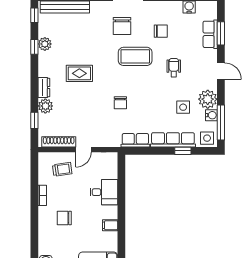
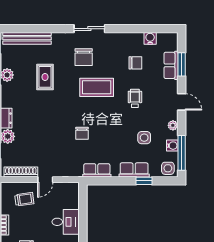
chair: (161, 31) -> (135, 63), moved
rug: (79, 73) -> (45, 77), moved, turned 90
plant: (208, 99) -> (173, 125), width x0.53, depth x0.53
row of seats: (173, 140) -> (134, 170), width x0.68

